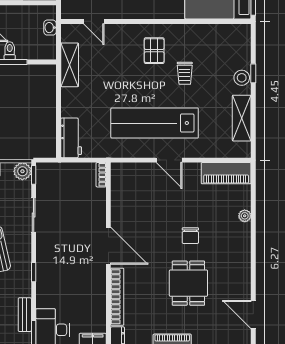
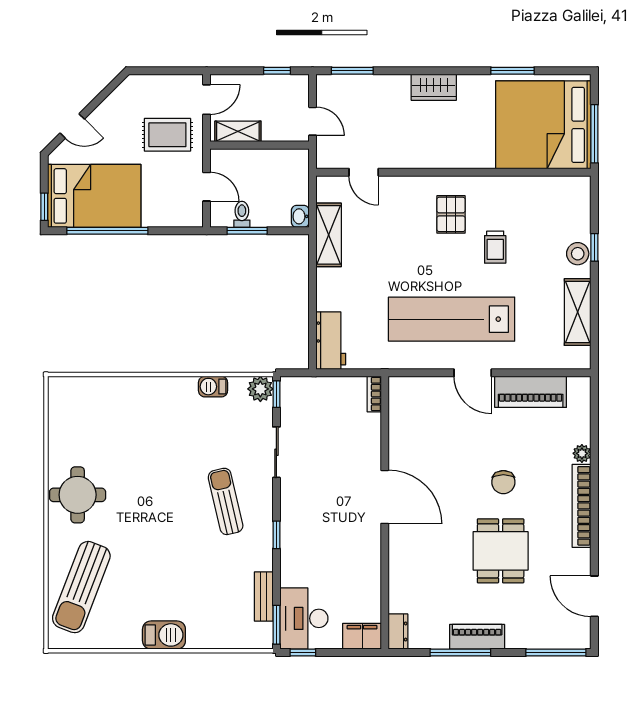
washbasin: (50, 28) -> (300, 216), moved
piano: (226, 173) -> (531, 392), moved
bookcase: (117, 297) -> (582, 506), moved, turned 180

